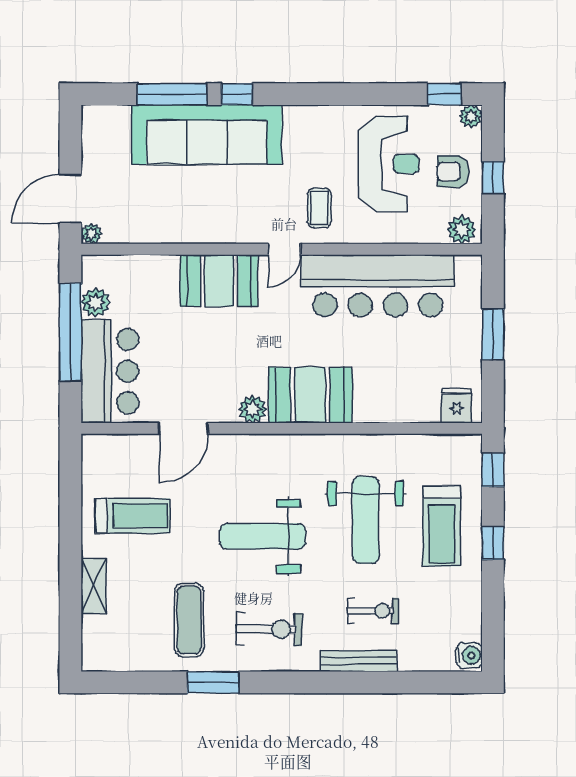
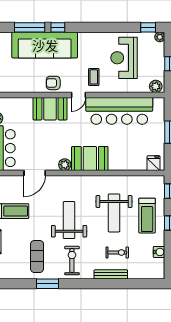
reception desk: (389, 164) -> (124, 58), turned 180
armchair: (453, 171) -> (53, 83), moved
weight bench: (263, 536) -> (69, 220), turned 90
exercise bike: (269, 629) -> (72, 260), turned -91
water cooler: (469, 655) -> (159, 252), moved

